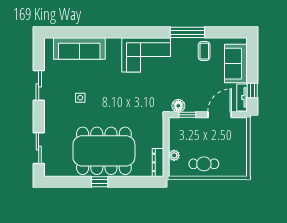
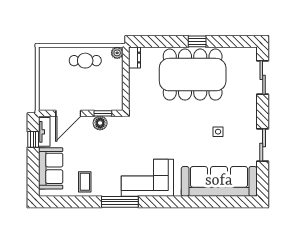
window: (187, 32) -> (120, 202), moved
sofa: (79, 48) -> (219, 181), width x1.36, depth x1.27
floor lamp: (178, 106) -> (100, 123), moved
plant: (174, 155) -> (117, 53), moved
dresser: (158, 162) -> (134, 58), width x0.70

